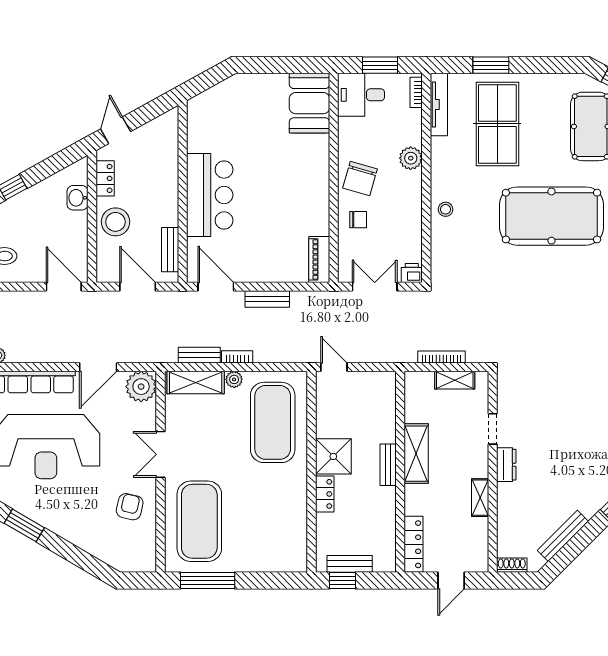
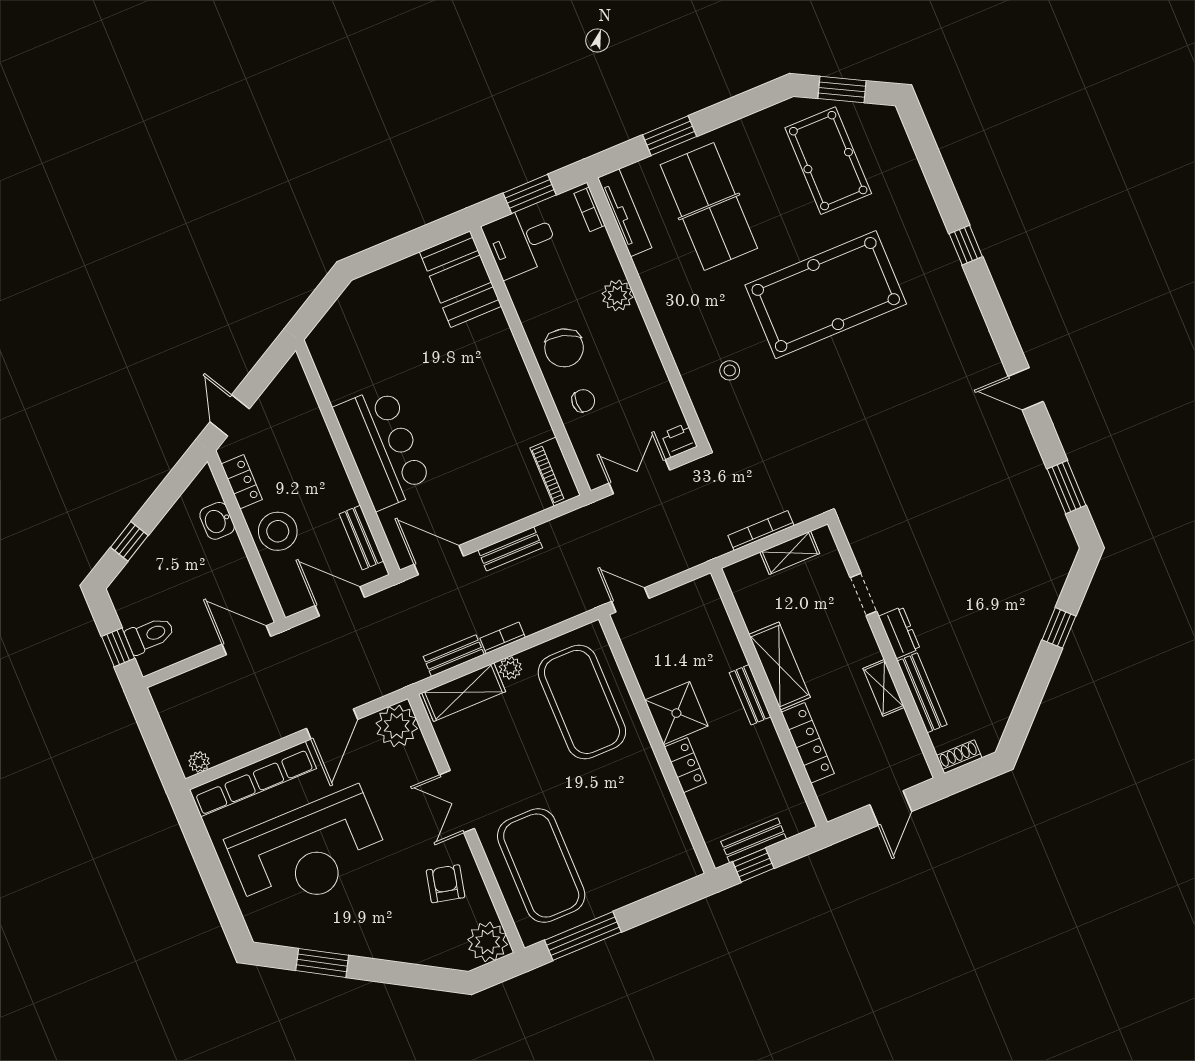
stool: (446, 209) -> (730, 370), moved
bench: (563, 536) -> (922, 693), moved, turned -45
locker: (413, 544) -> (808, 743), moved
plant: (142, 558) -> (488, 942), added

